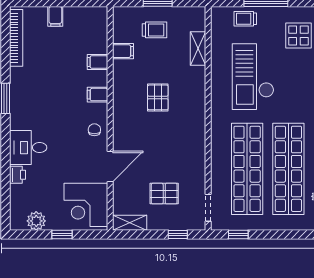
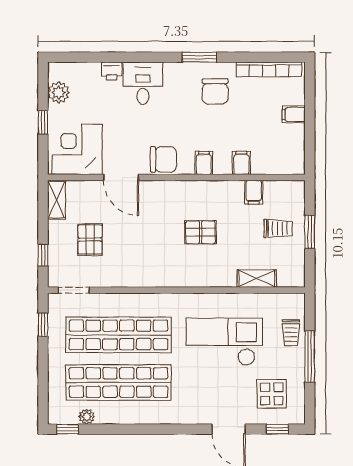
trolley: (245, 19) -> (291, 333), turned 180
trolley: (154, 30) -> (278, 228), turned -90
chair: (35, 85) -> (215, 91), added
chair: (94, 130) -> (163, 159), width x1.87, depth x1.87

